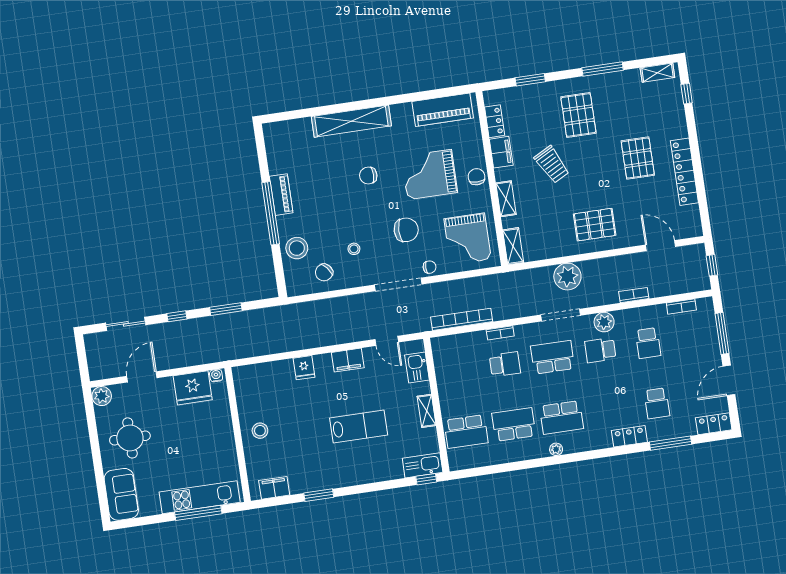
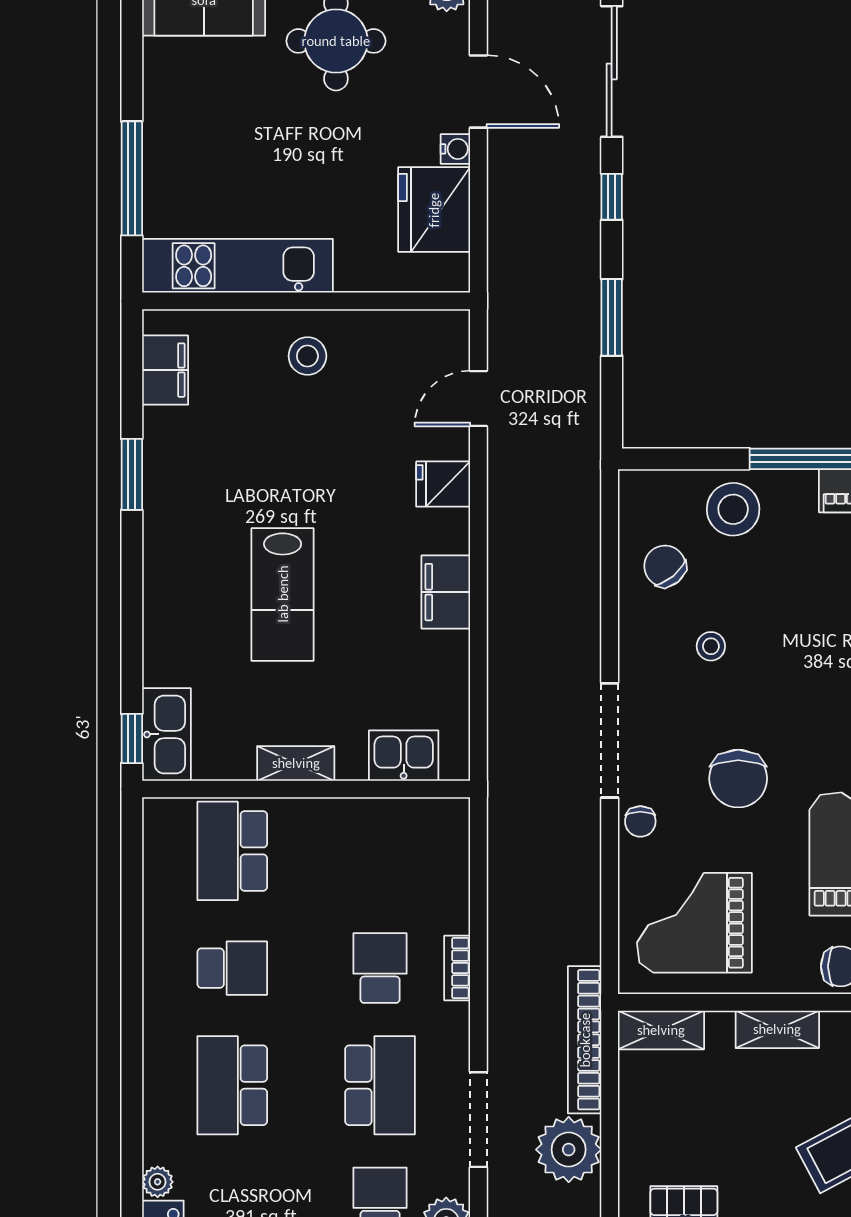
bookcase: (462, 319) -> (585, 1040), moved, turned 180
sliding door: (126, 324) -> (612, 71), width x1.37
door: (387, 341) -> (478, 398), moved
school desk: (505, 364) -> (380, 968), turned 180
water cooler: (216, 376) -> (455, 149), moved
school desk: (514, 424) -> (232, 968), width x0.54
plant: (556, 449) -> (158, 1182), moved
kitchen unit: (200, 497) -> (237, 266), moved, turned -90

